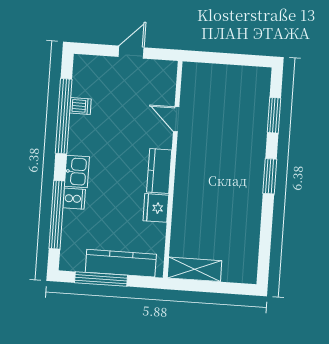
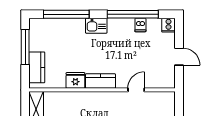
cooker: (74, 199) -> (168, 25), moved
kitchen counter: (121, 263) -> (37, 67), width x0.67

